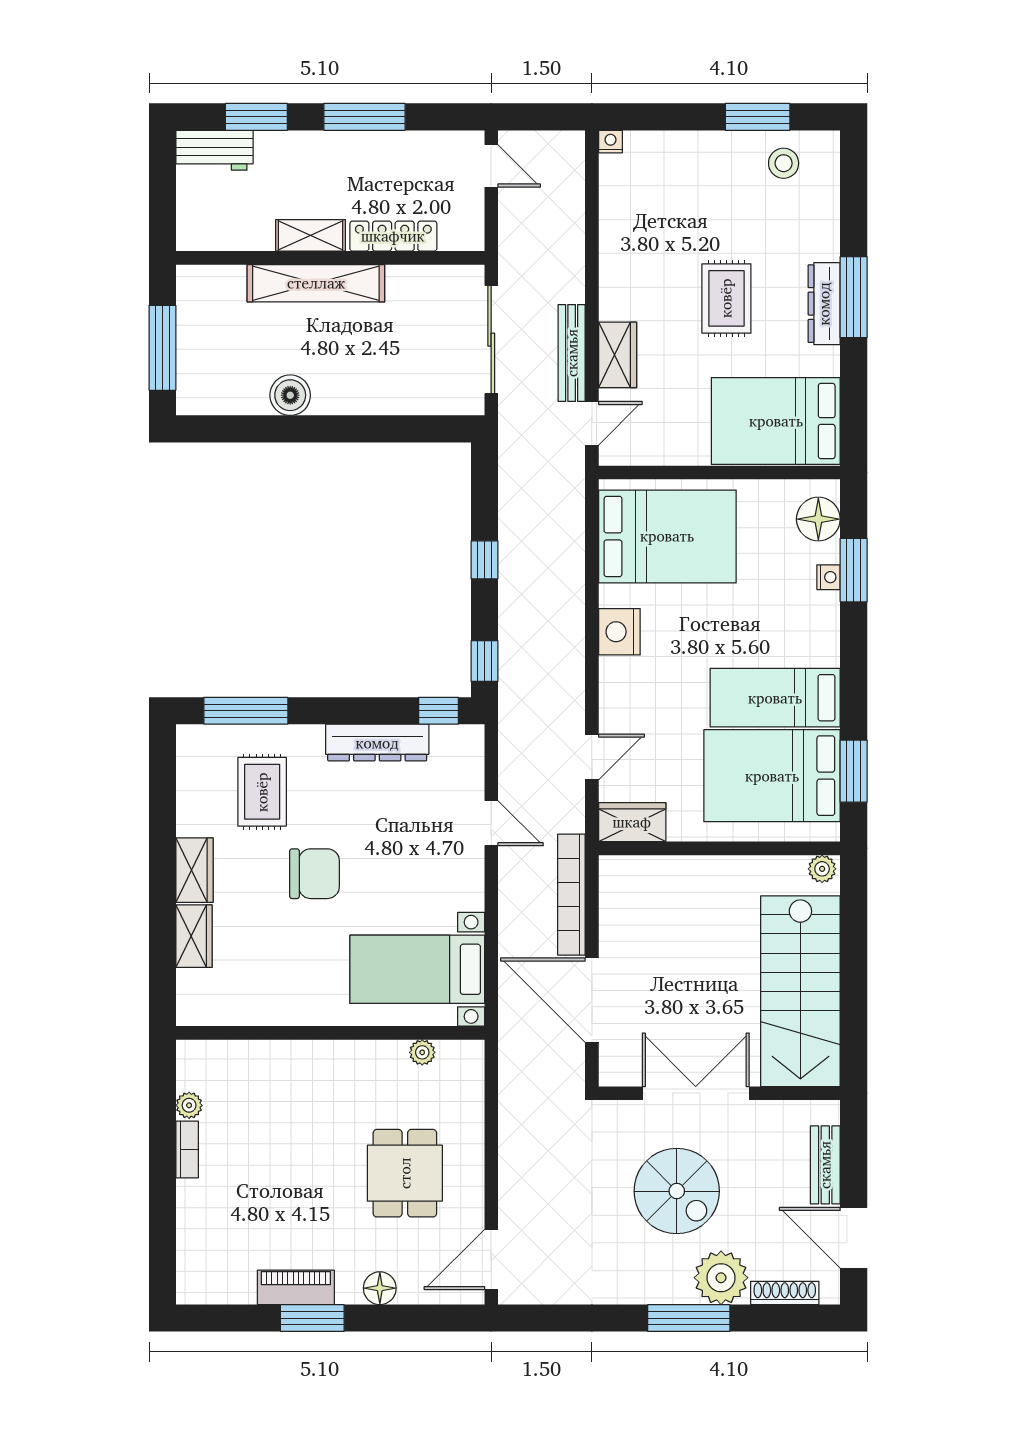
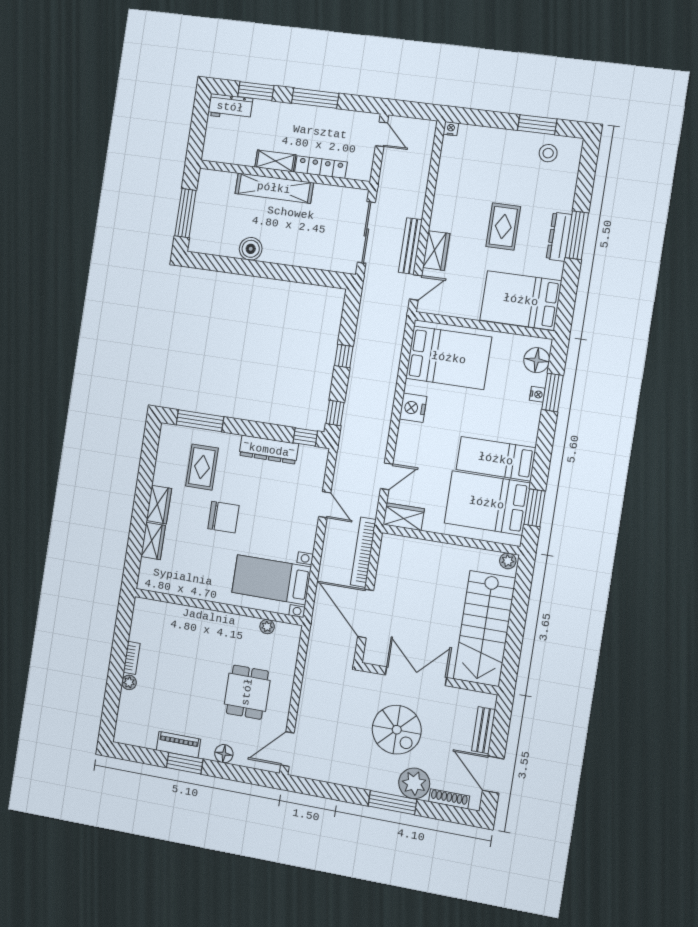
plant: (189, 1105) -> (129, 682), moved

